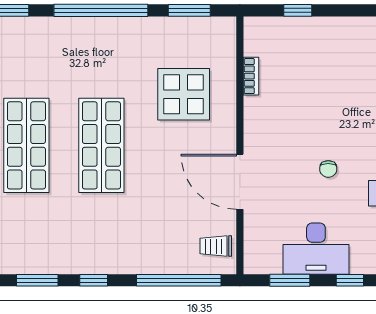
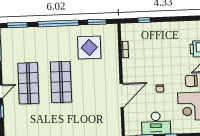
display table: (184, 94) -> (89, 47), moved
door: (240, 182) -> (122, 96), swing flipped
trolley: (216, 246) -> (112, 124), removed

